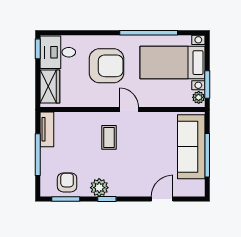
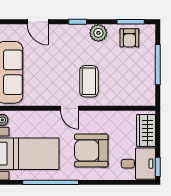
tv unit: (47, 129) -> (149, 89), removed
coffee table: (109, 137) -> (89, 81), width x1.36, depth x1.30
window: (107, 199) -> (78, 22), moved
door: (162, 199) -> (38, 22), hinge flipped

